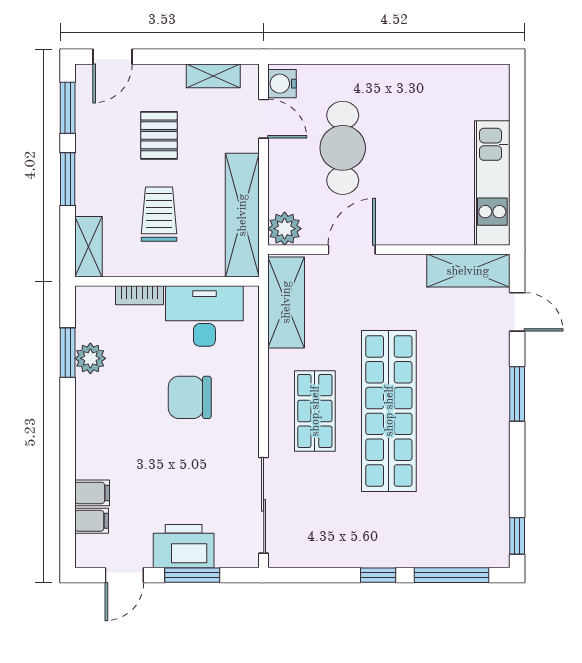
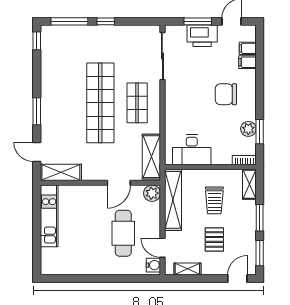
bookcase: (140, 295) -> (244, 160), moved
chair: (190, 397) -> (226, 94), moved, turned 180

